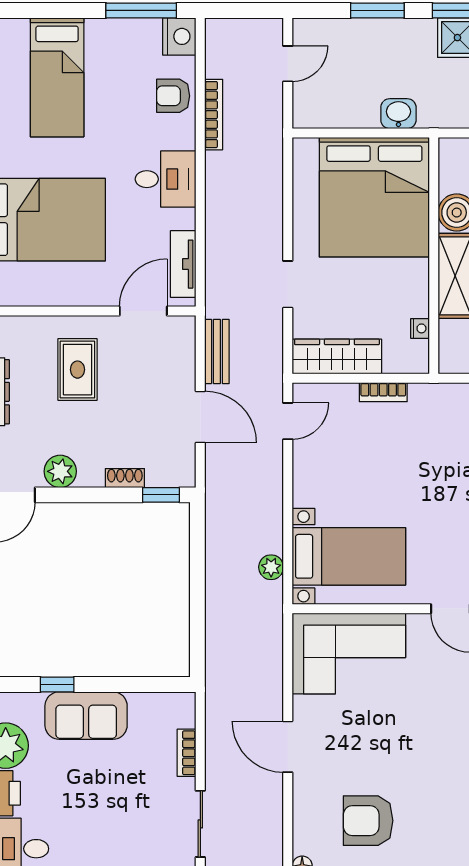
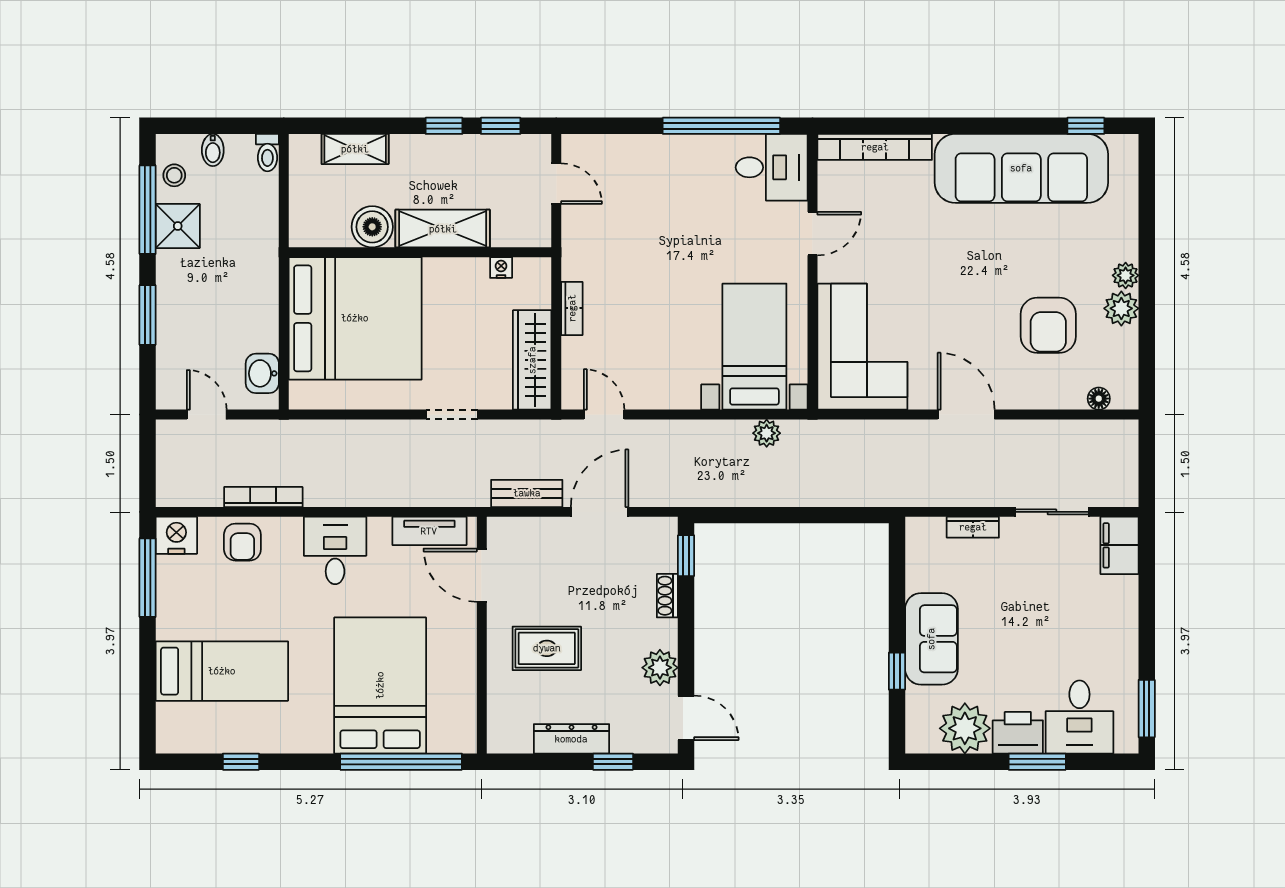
washbasin: (398, 114) -> (262, 373), moved
door: (288, 747) -> (966, 415), swing flipped

